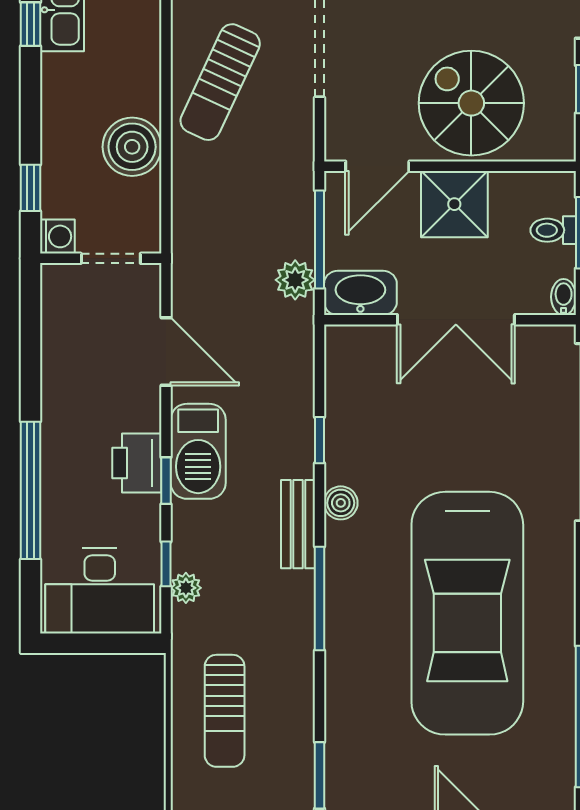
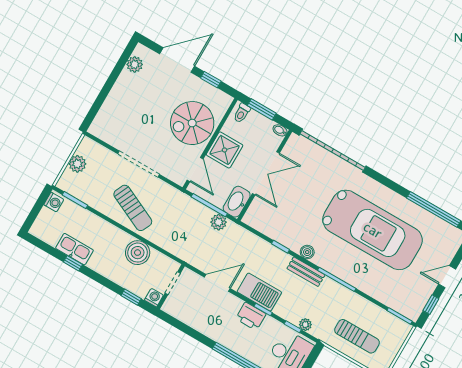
toilet: (553, 230) -> (242, 113), moved

